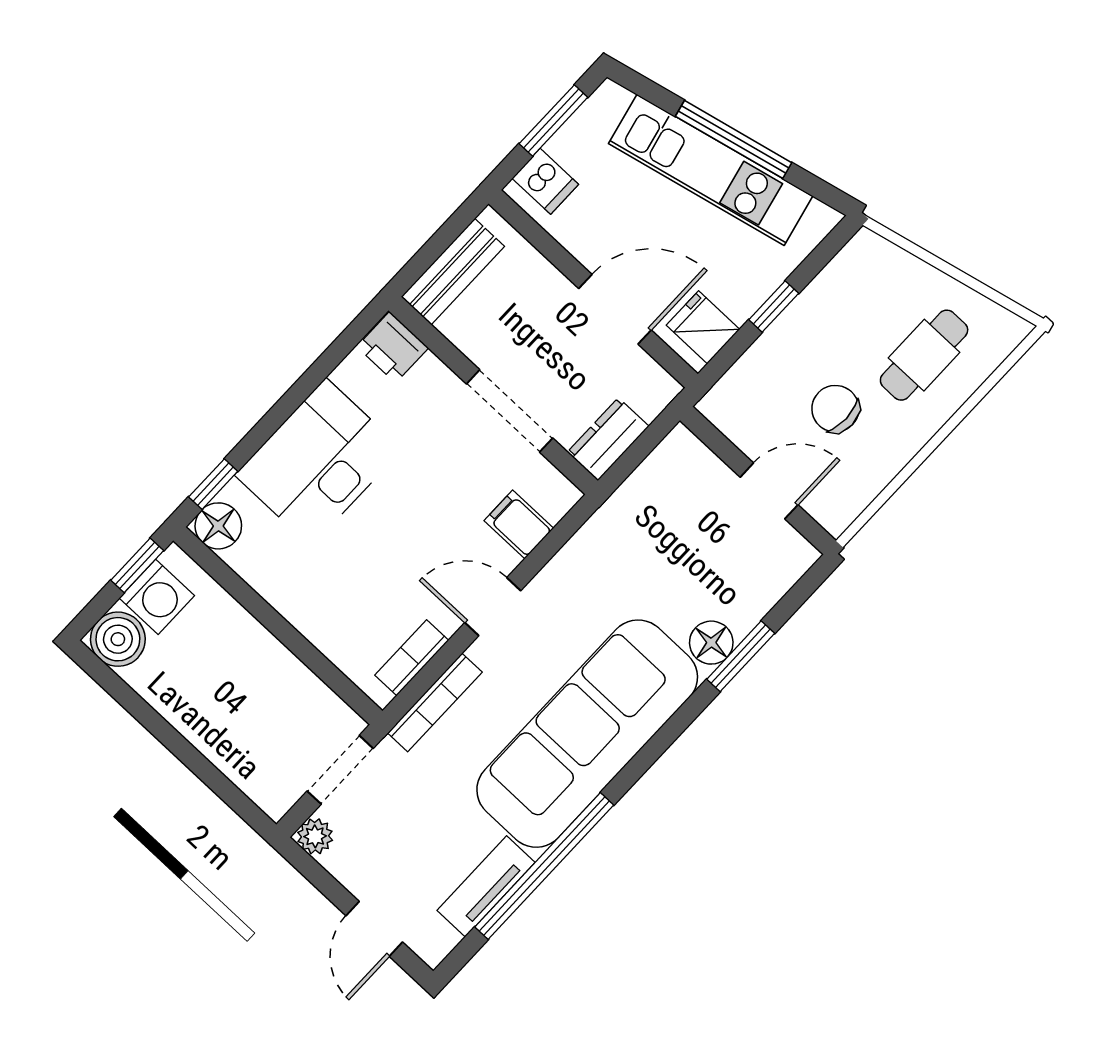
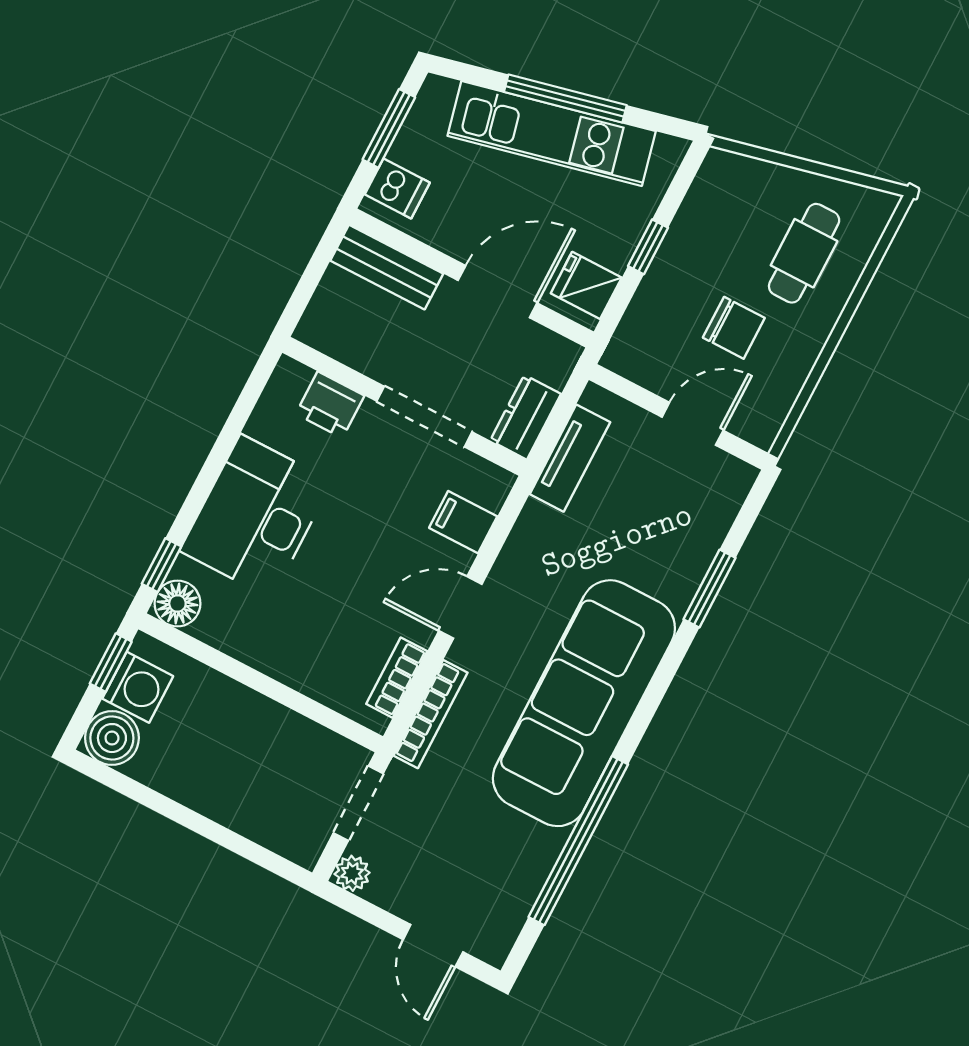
bench: (453, 272) -> (387, 267), moved, turned 90
printer: (393, 347) -> (330, 405), moved
chair: (835, 409) -> (734, 328), turned 180
floor lamp: (711, 643) -> (678, 584), removed
tv unit: (486, 886) -> (570, 458), moved, turned 180

